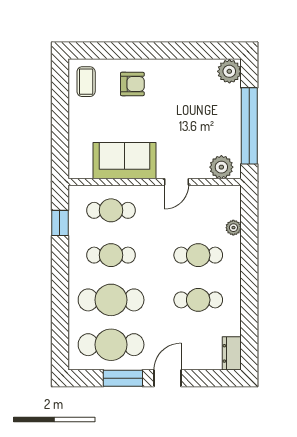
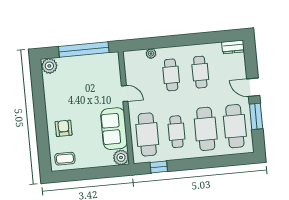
plant: (221, 167) -> (121, 157), moved
cafe table: (111, 210) -> (147, 134), width x1.37, depth x1.35

